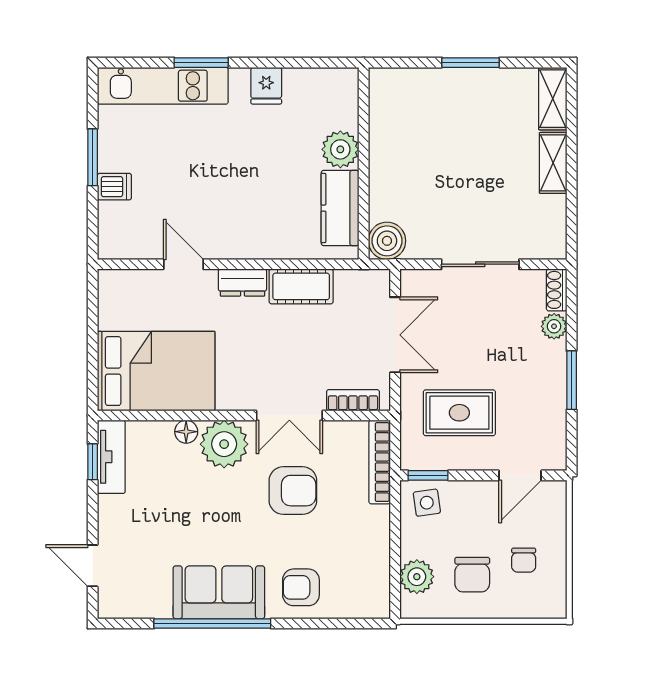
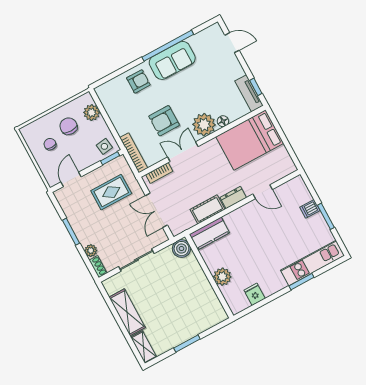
fridge: (266, 86) -> (255, 294), moved
shelving: (553, 163) -> (127, 312), width x1.50, depth x1.33
kitchen counter: (340, 208) -> (209, 233), moved, turned 90

